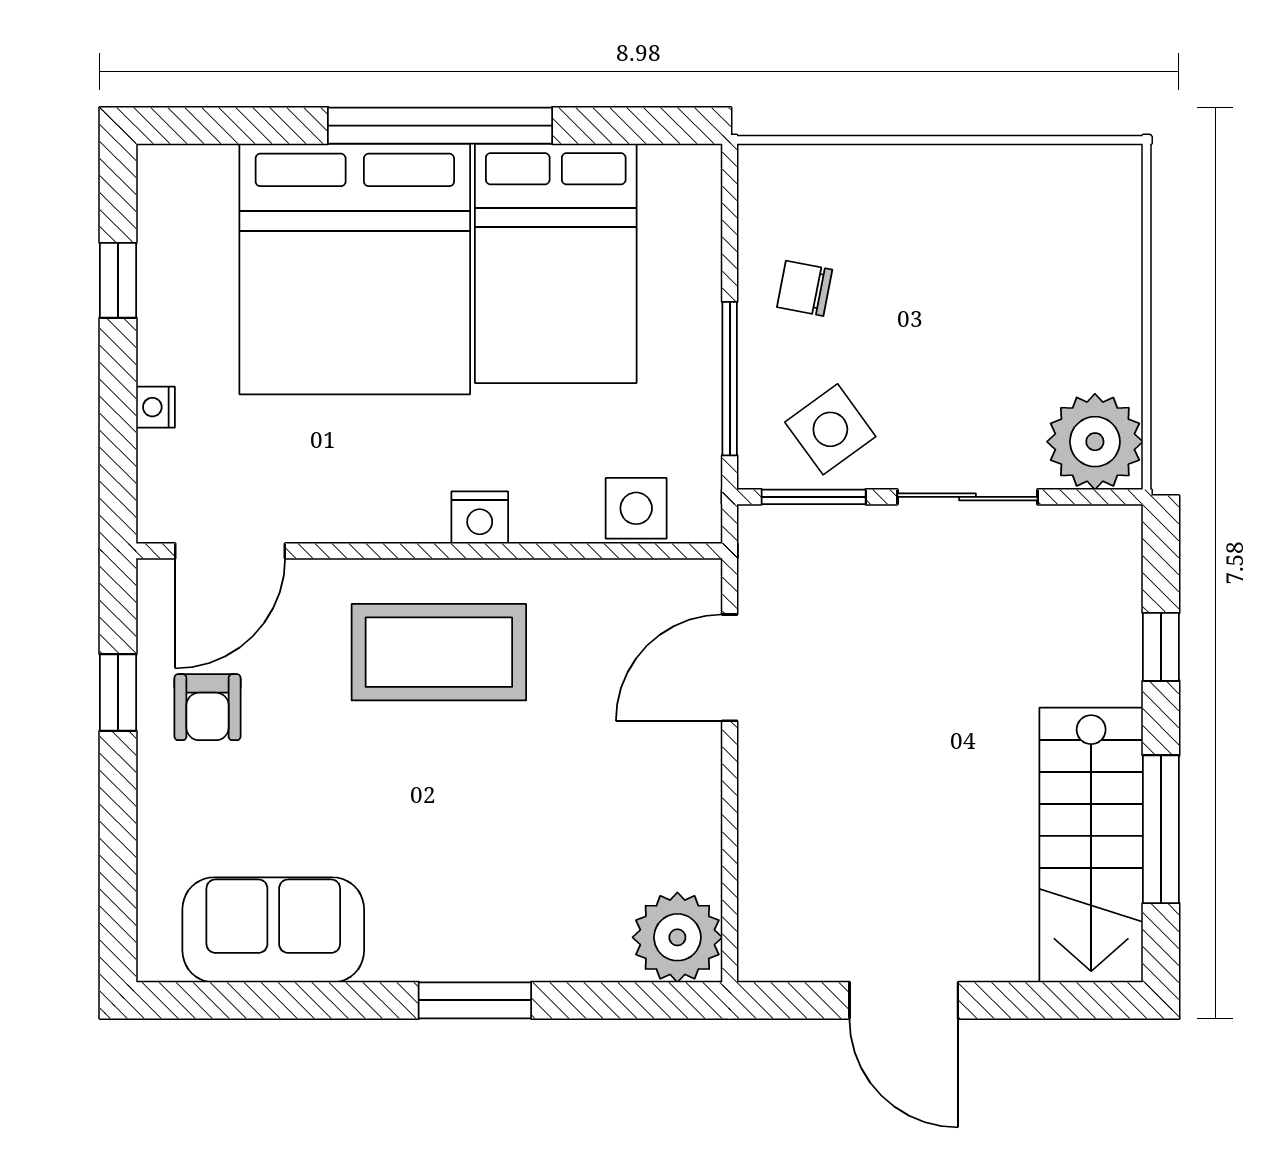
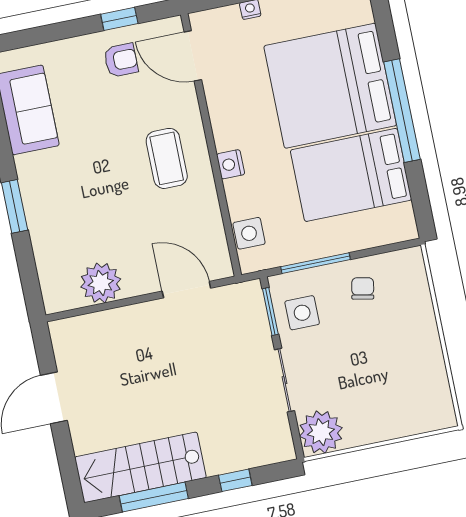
side table: (830, 429) -> (302, 313), turned 36
coffee table: (439, 652) -> (167, 158), width x0.73, depth x0.76
armchair: (208, 707) -> (121, 60), turned 180
plant: (677, 937) -> (101, 283), moved

